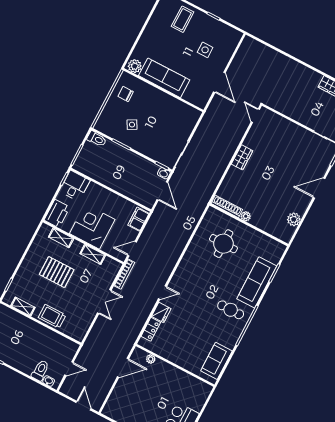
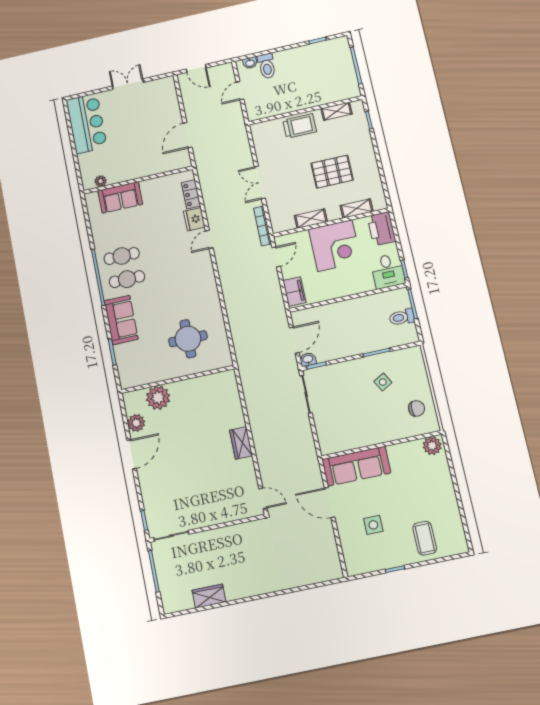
sofa: (164, 78) -> (356, 466), moved
toilet: (97, 139) -> (402, 317), moved
door: (319, 188) -> (132, 454), moved
door: (162, 191) -> (294, 340), swing flipped
shoe rack: (227, 206) -> (215, 379), removed
plant: (246, 216) -> (158, 398), moved, width x1.87, depth x1.87
sofa: (257, 282) -> (121, 320), width x0.73
cafe table: (222, 327) -> (122, 256), added
plant: (151, 359) -> (101, 181), moved
sofa: (216, 361) -> (120, 197), moved, turned 90

